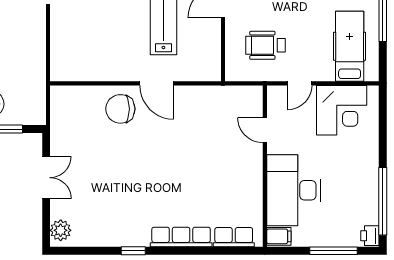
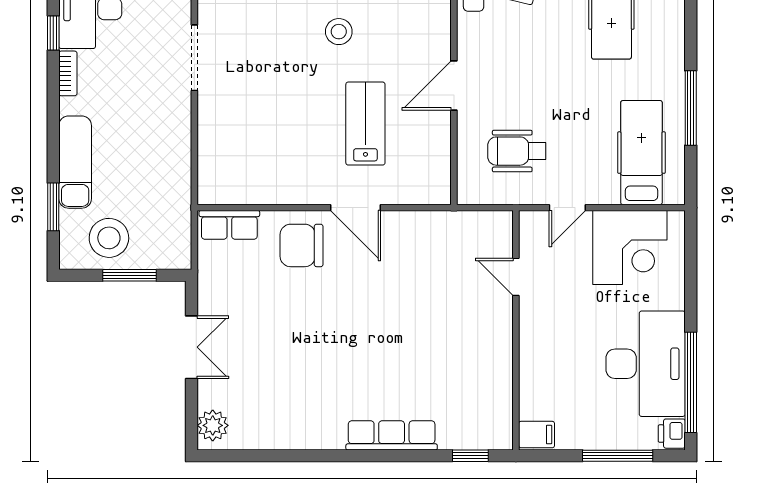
desk: (293, 190) -> (646, 364), moved, turned 180
row of seats: (234, 237) -> (229, 225), moved, turned 180
window: (133, 251) -> (470, 456), moved

